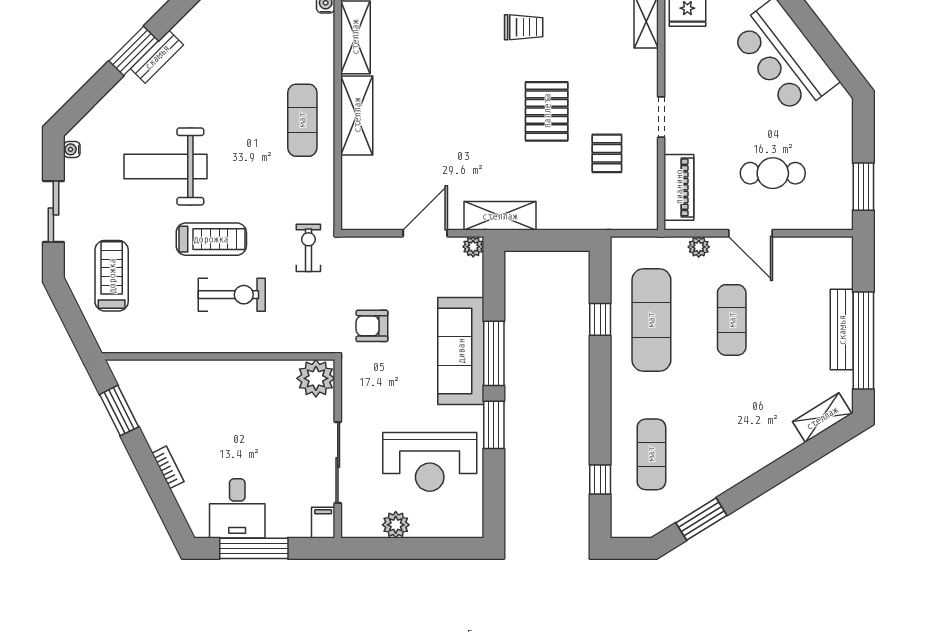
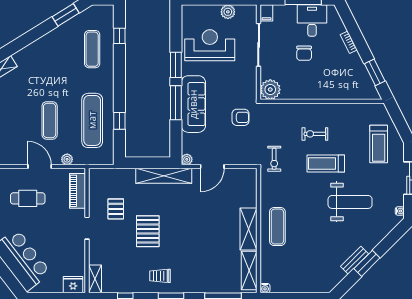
shelving: (500, 216) -> (164, 176), width x1.47
exercise bike: (232, 295) -> (315, 134), width x0.73, depth x0.72
chair: (252, 447) -> (304, 53), added

